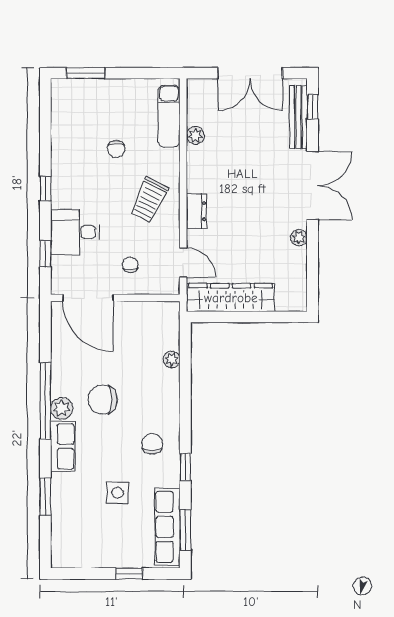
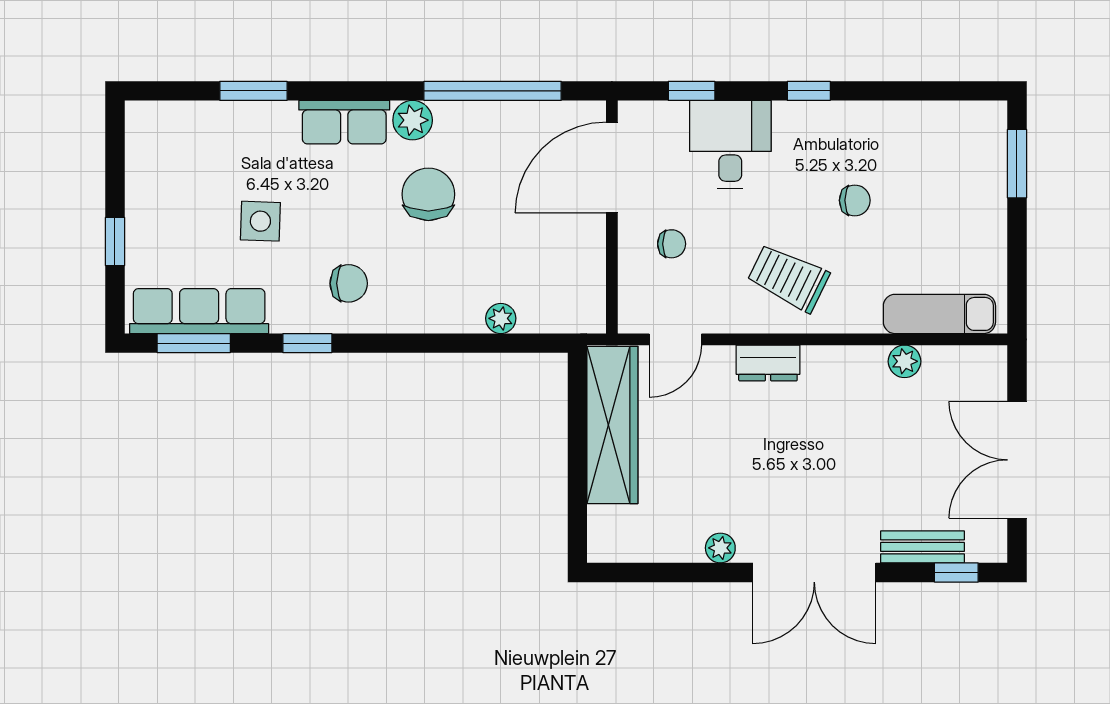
bench: (298, 117) -> (923, 547), width x0.73
chair: (116, 149) -> (855, 200), moved, turned 180
window: (45, 401) -> (493, 91), moved

